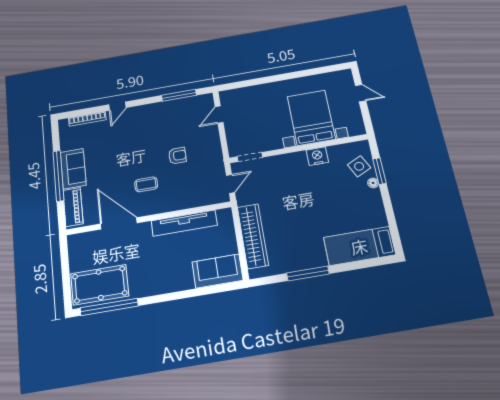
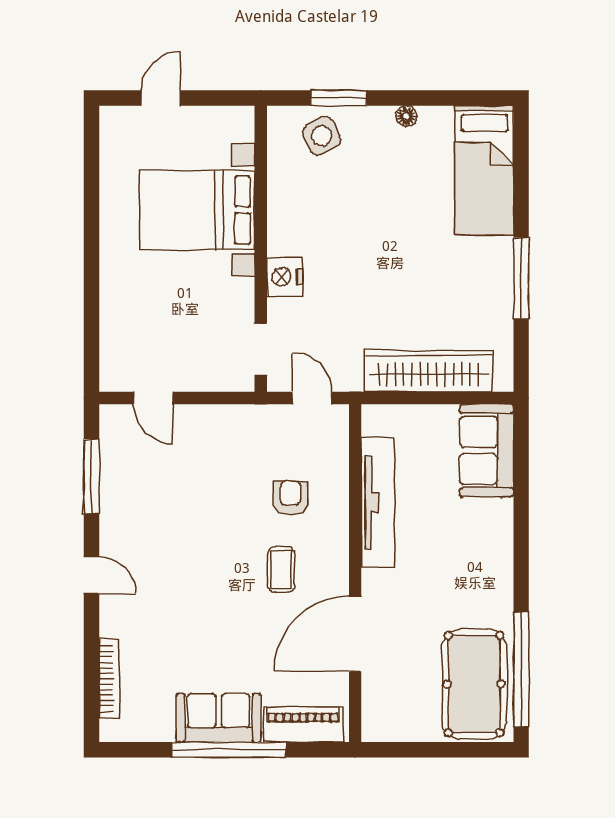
door: (117, 106) -> (92, 575), moved
armchair: (177, 156) -> (291, 498), moved
nightstand: (317, 156) -> (284, 277), moved
floor lamp: (373, 183) -> (406, 116), moved

